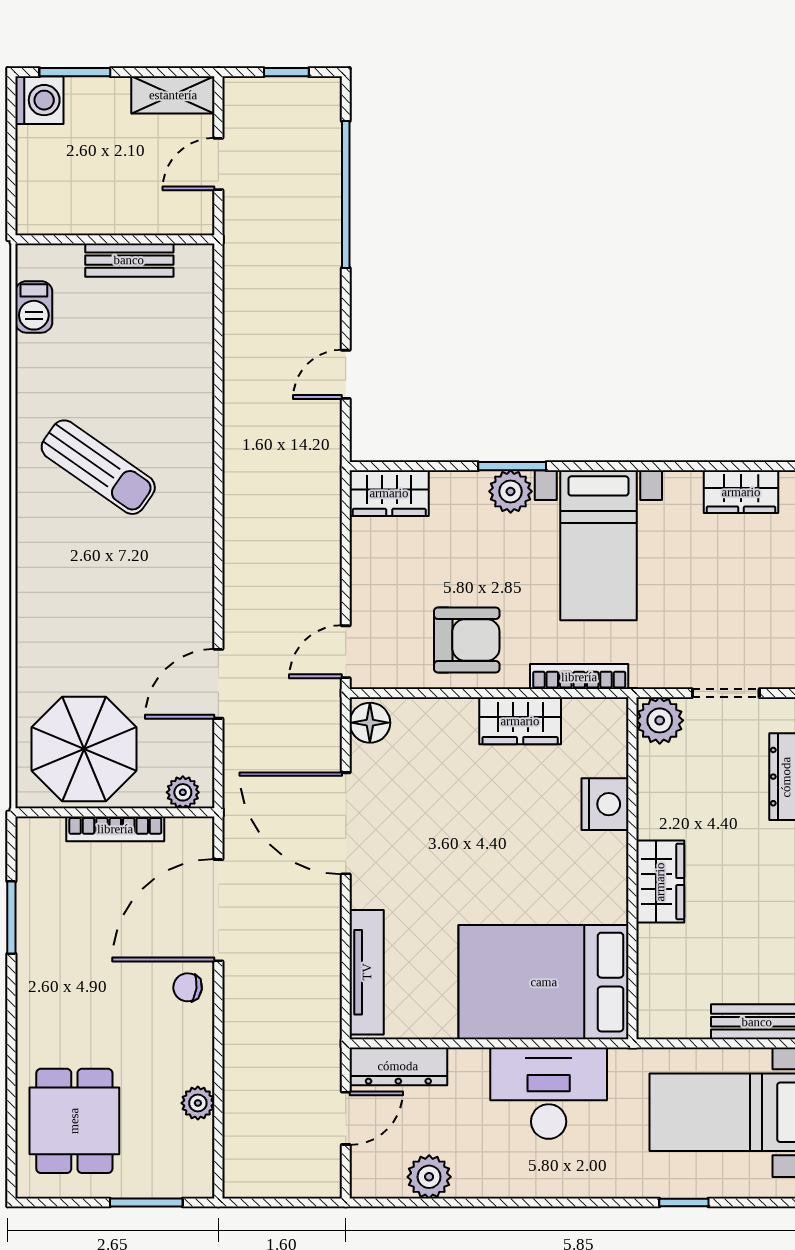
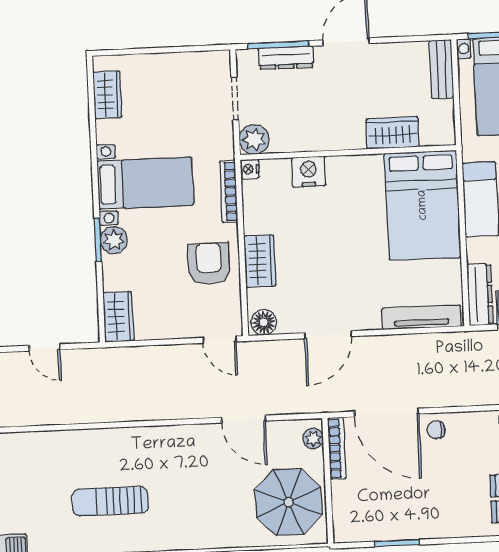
sun lounger: (98, 467) -> (110, 501), turned -125
nightstand: (613, 711) -> (250, 169), added
wardrobe: (520, 721) -> (260, 261), moved
door: (346, 823) -> (328, 335), width x0.73
bookcase: (115, 829) -> (337, 448), moved
wardrobe: (660, 882) -> (393, 133), moved
chair: (188, 987) -> (436, 430), turned 83

